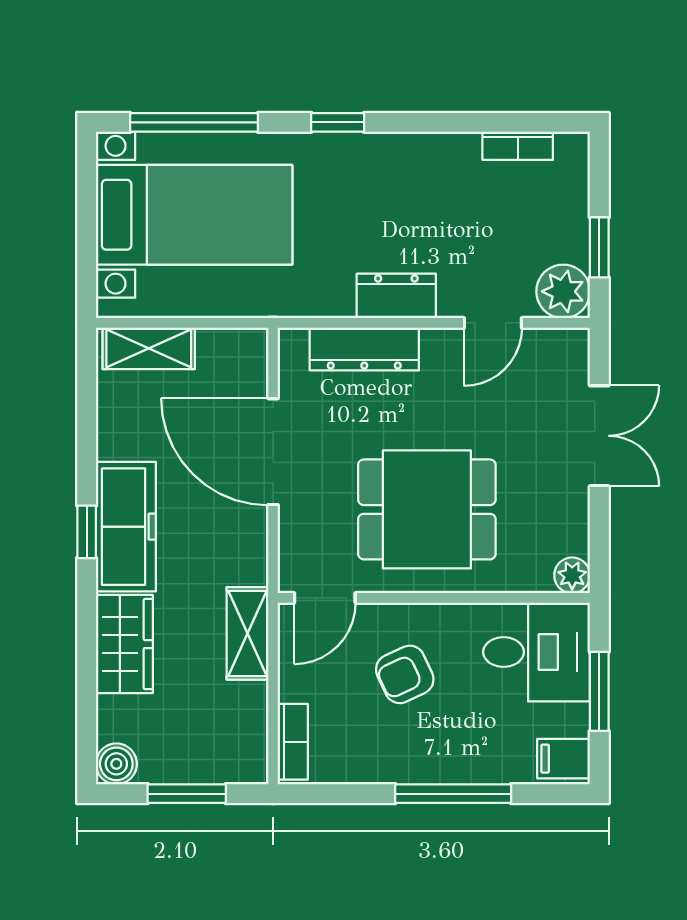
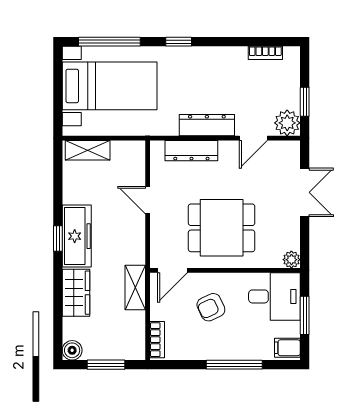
dresser: (396, 296) -> (207, 125), width x1.44
door: (273, 452) -> (148, 200), width x0.53

